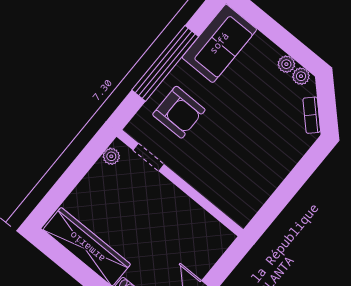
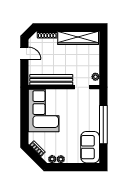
armchair: (179, 112) -> (85, 112), removed
corner sofa: (247, 171) -> (44, 110), added
bench: (191, 213) -> (51, 80), added

